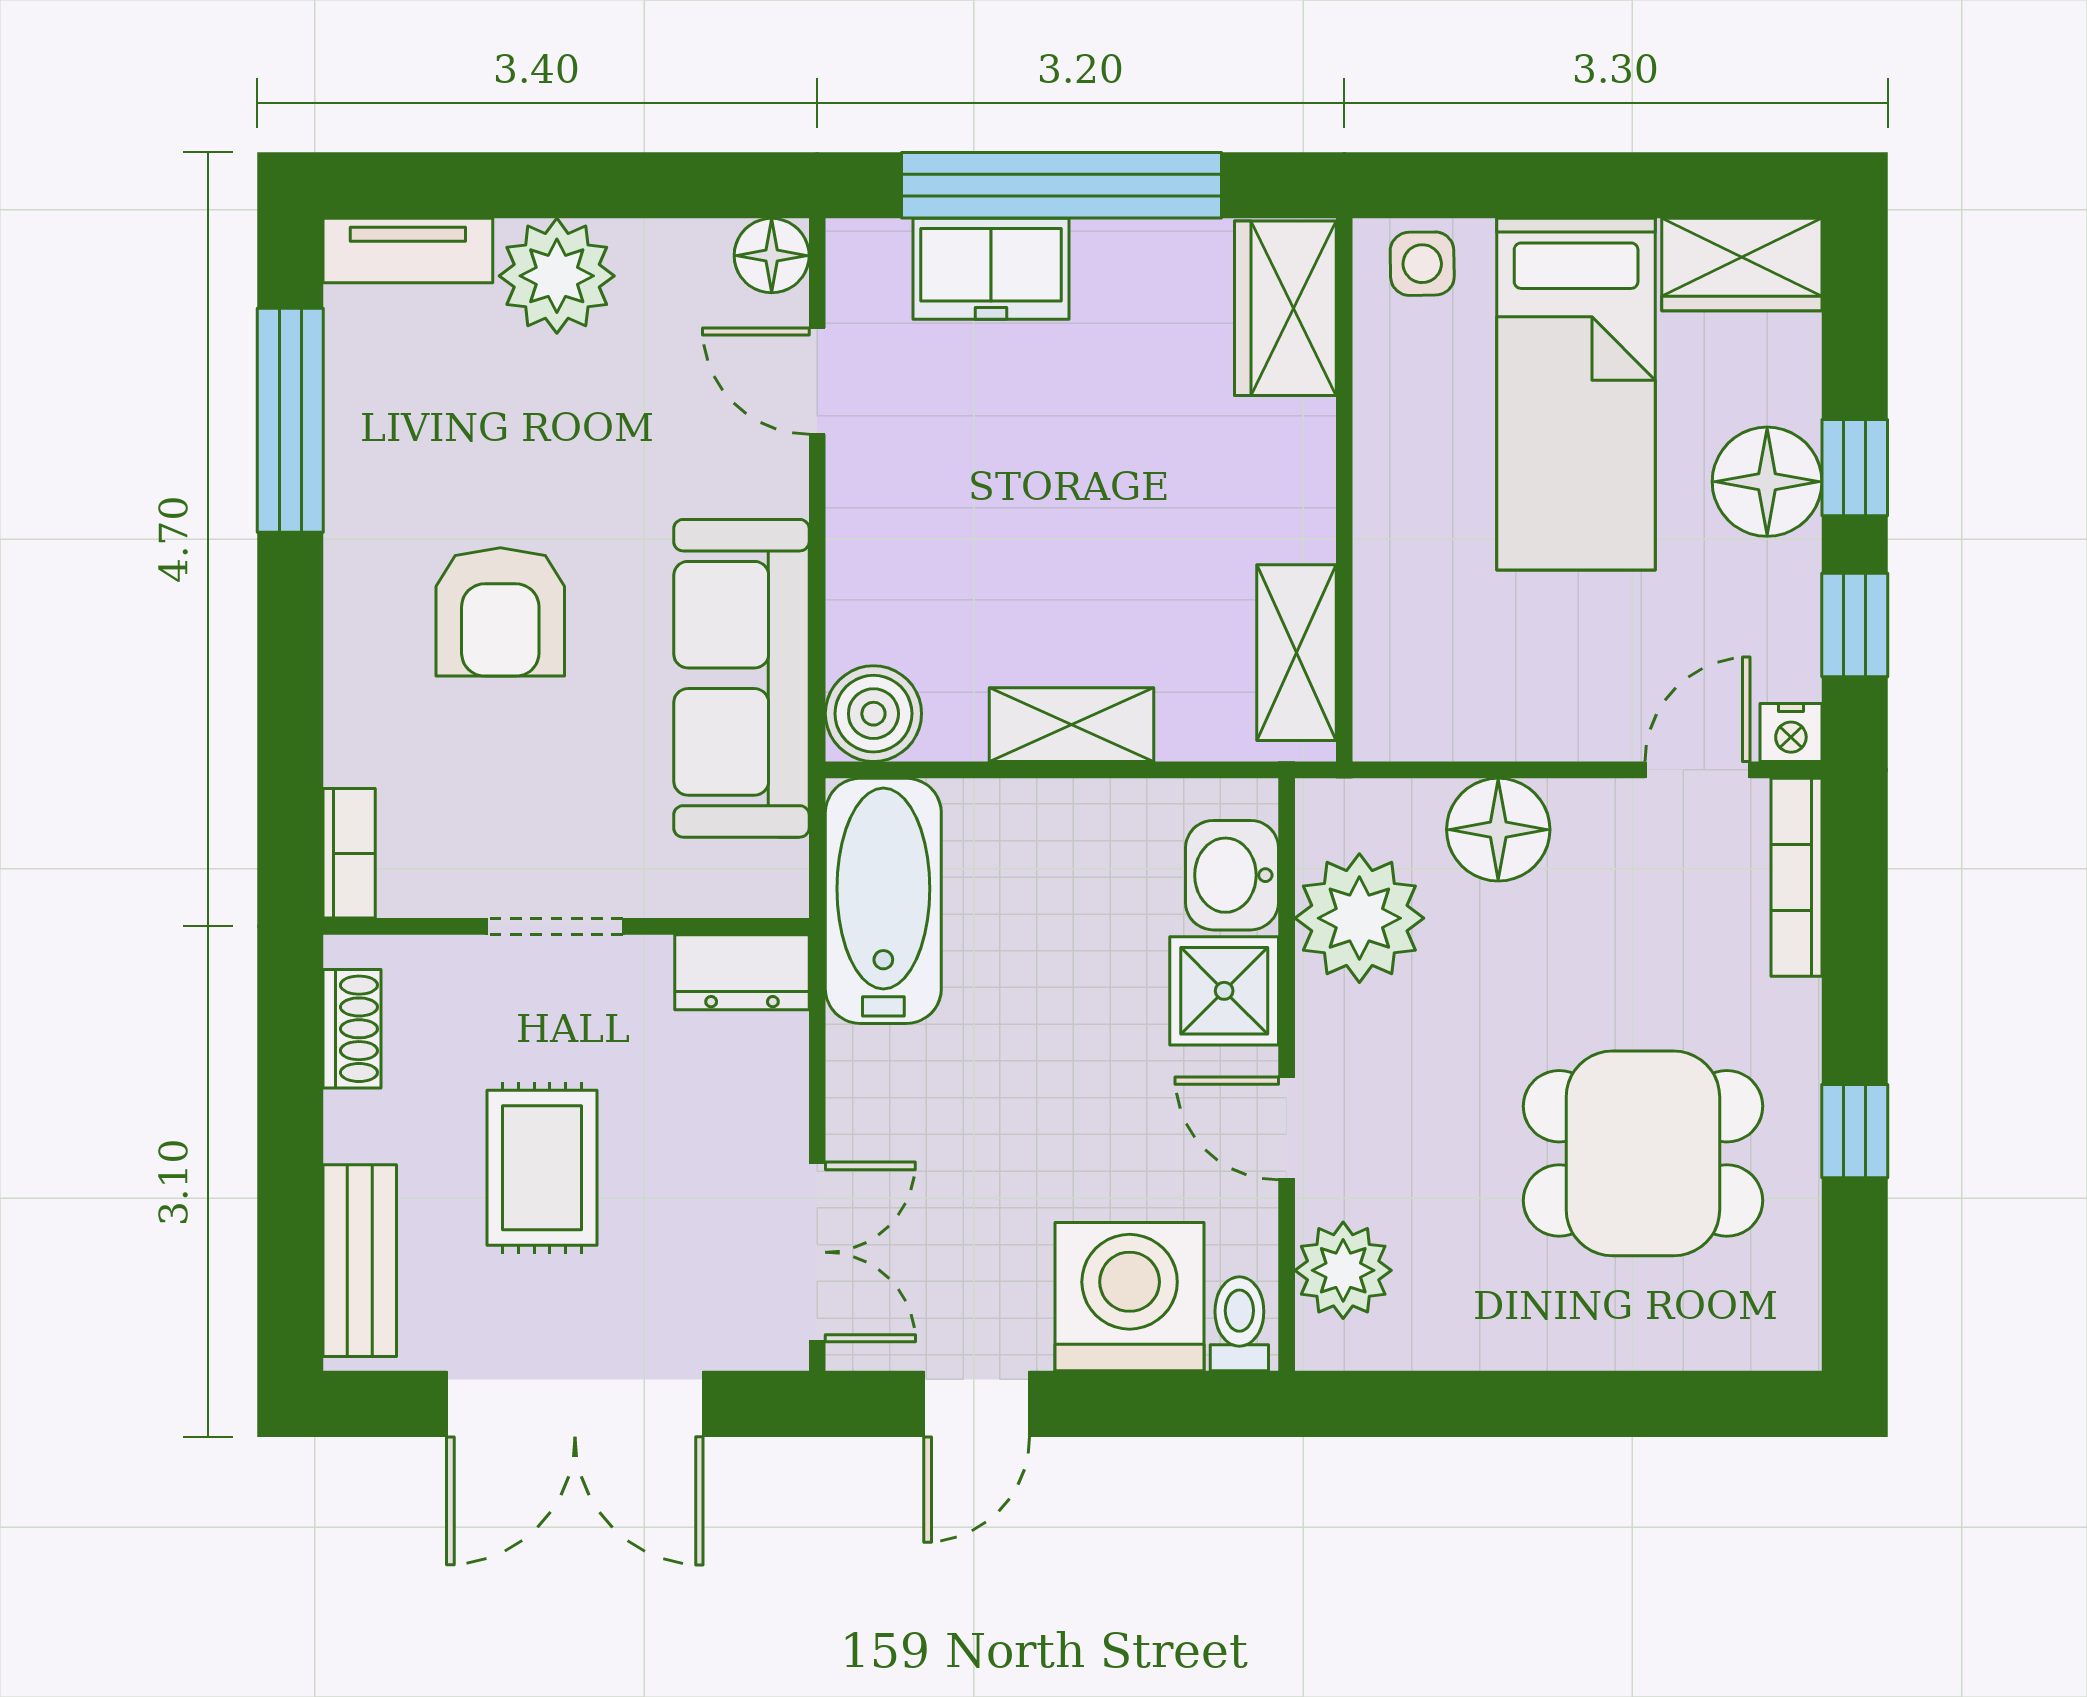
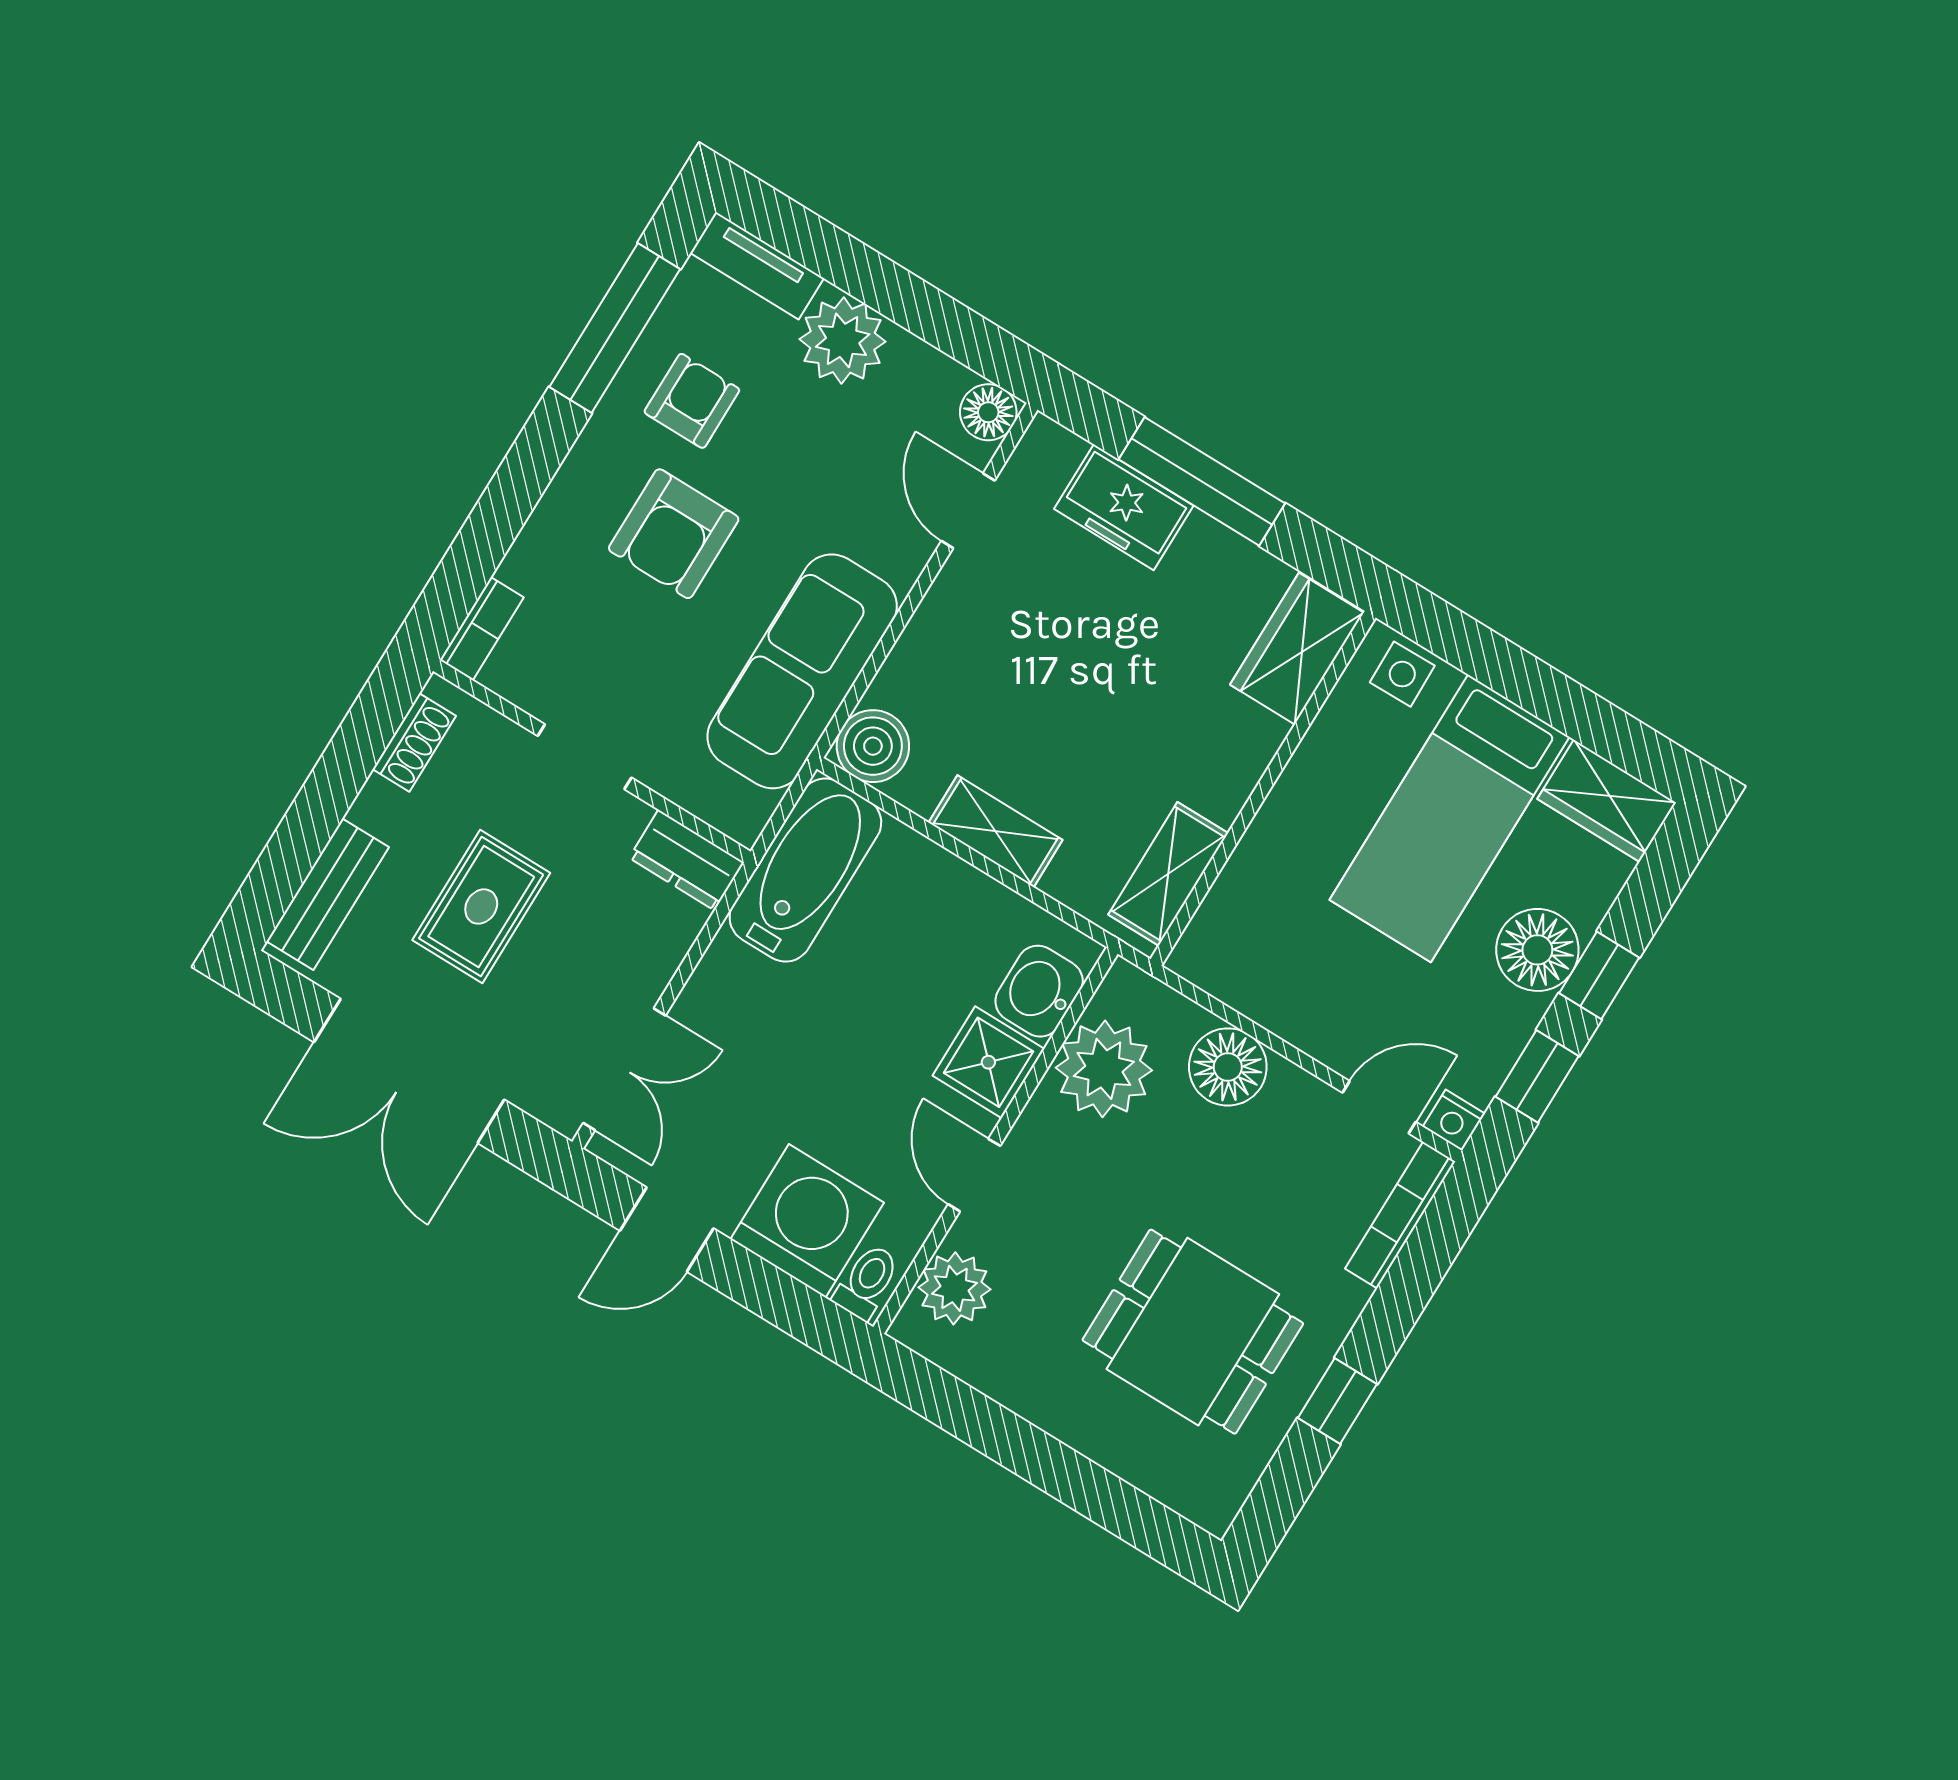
window: (1061, 185) -> (1202, 481), width x0.68
armchair: (428, 449) -> (692, 401), added

